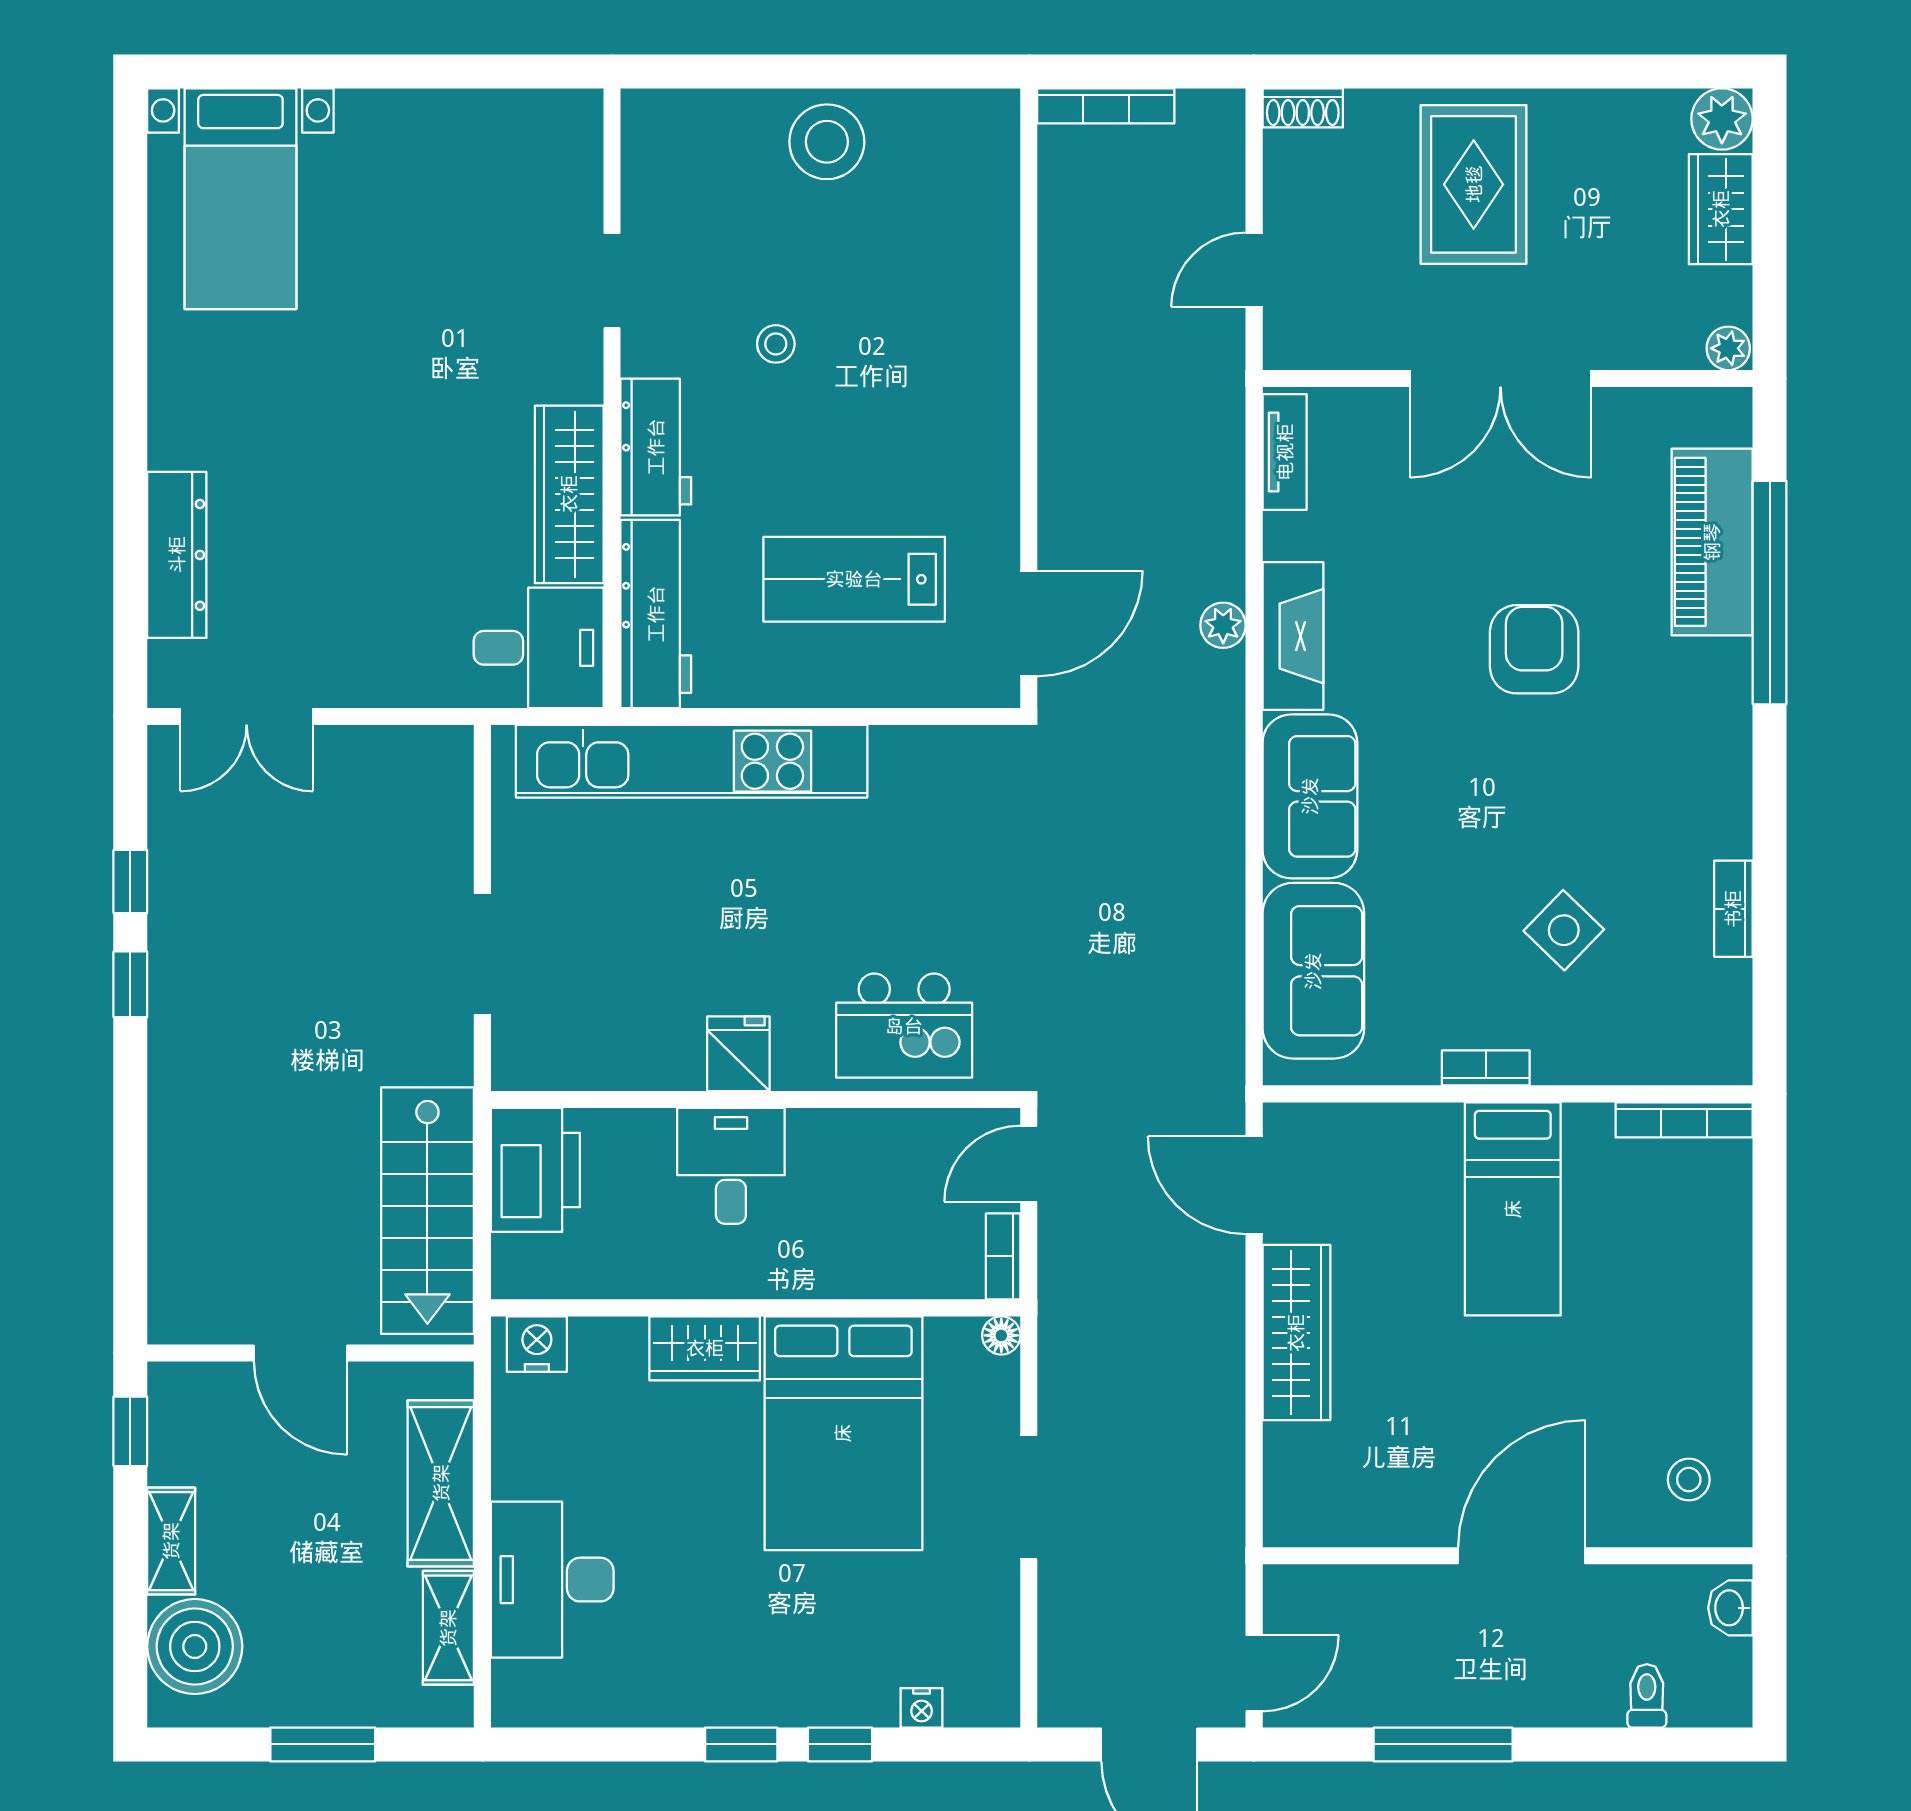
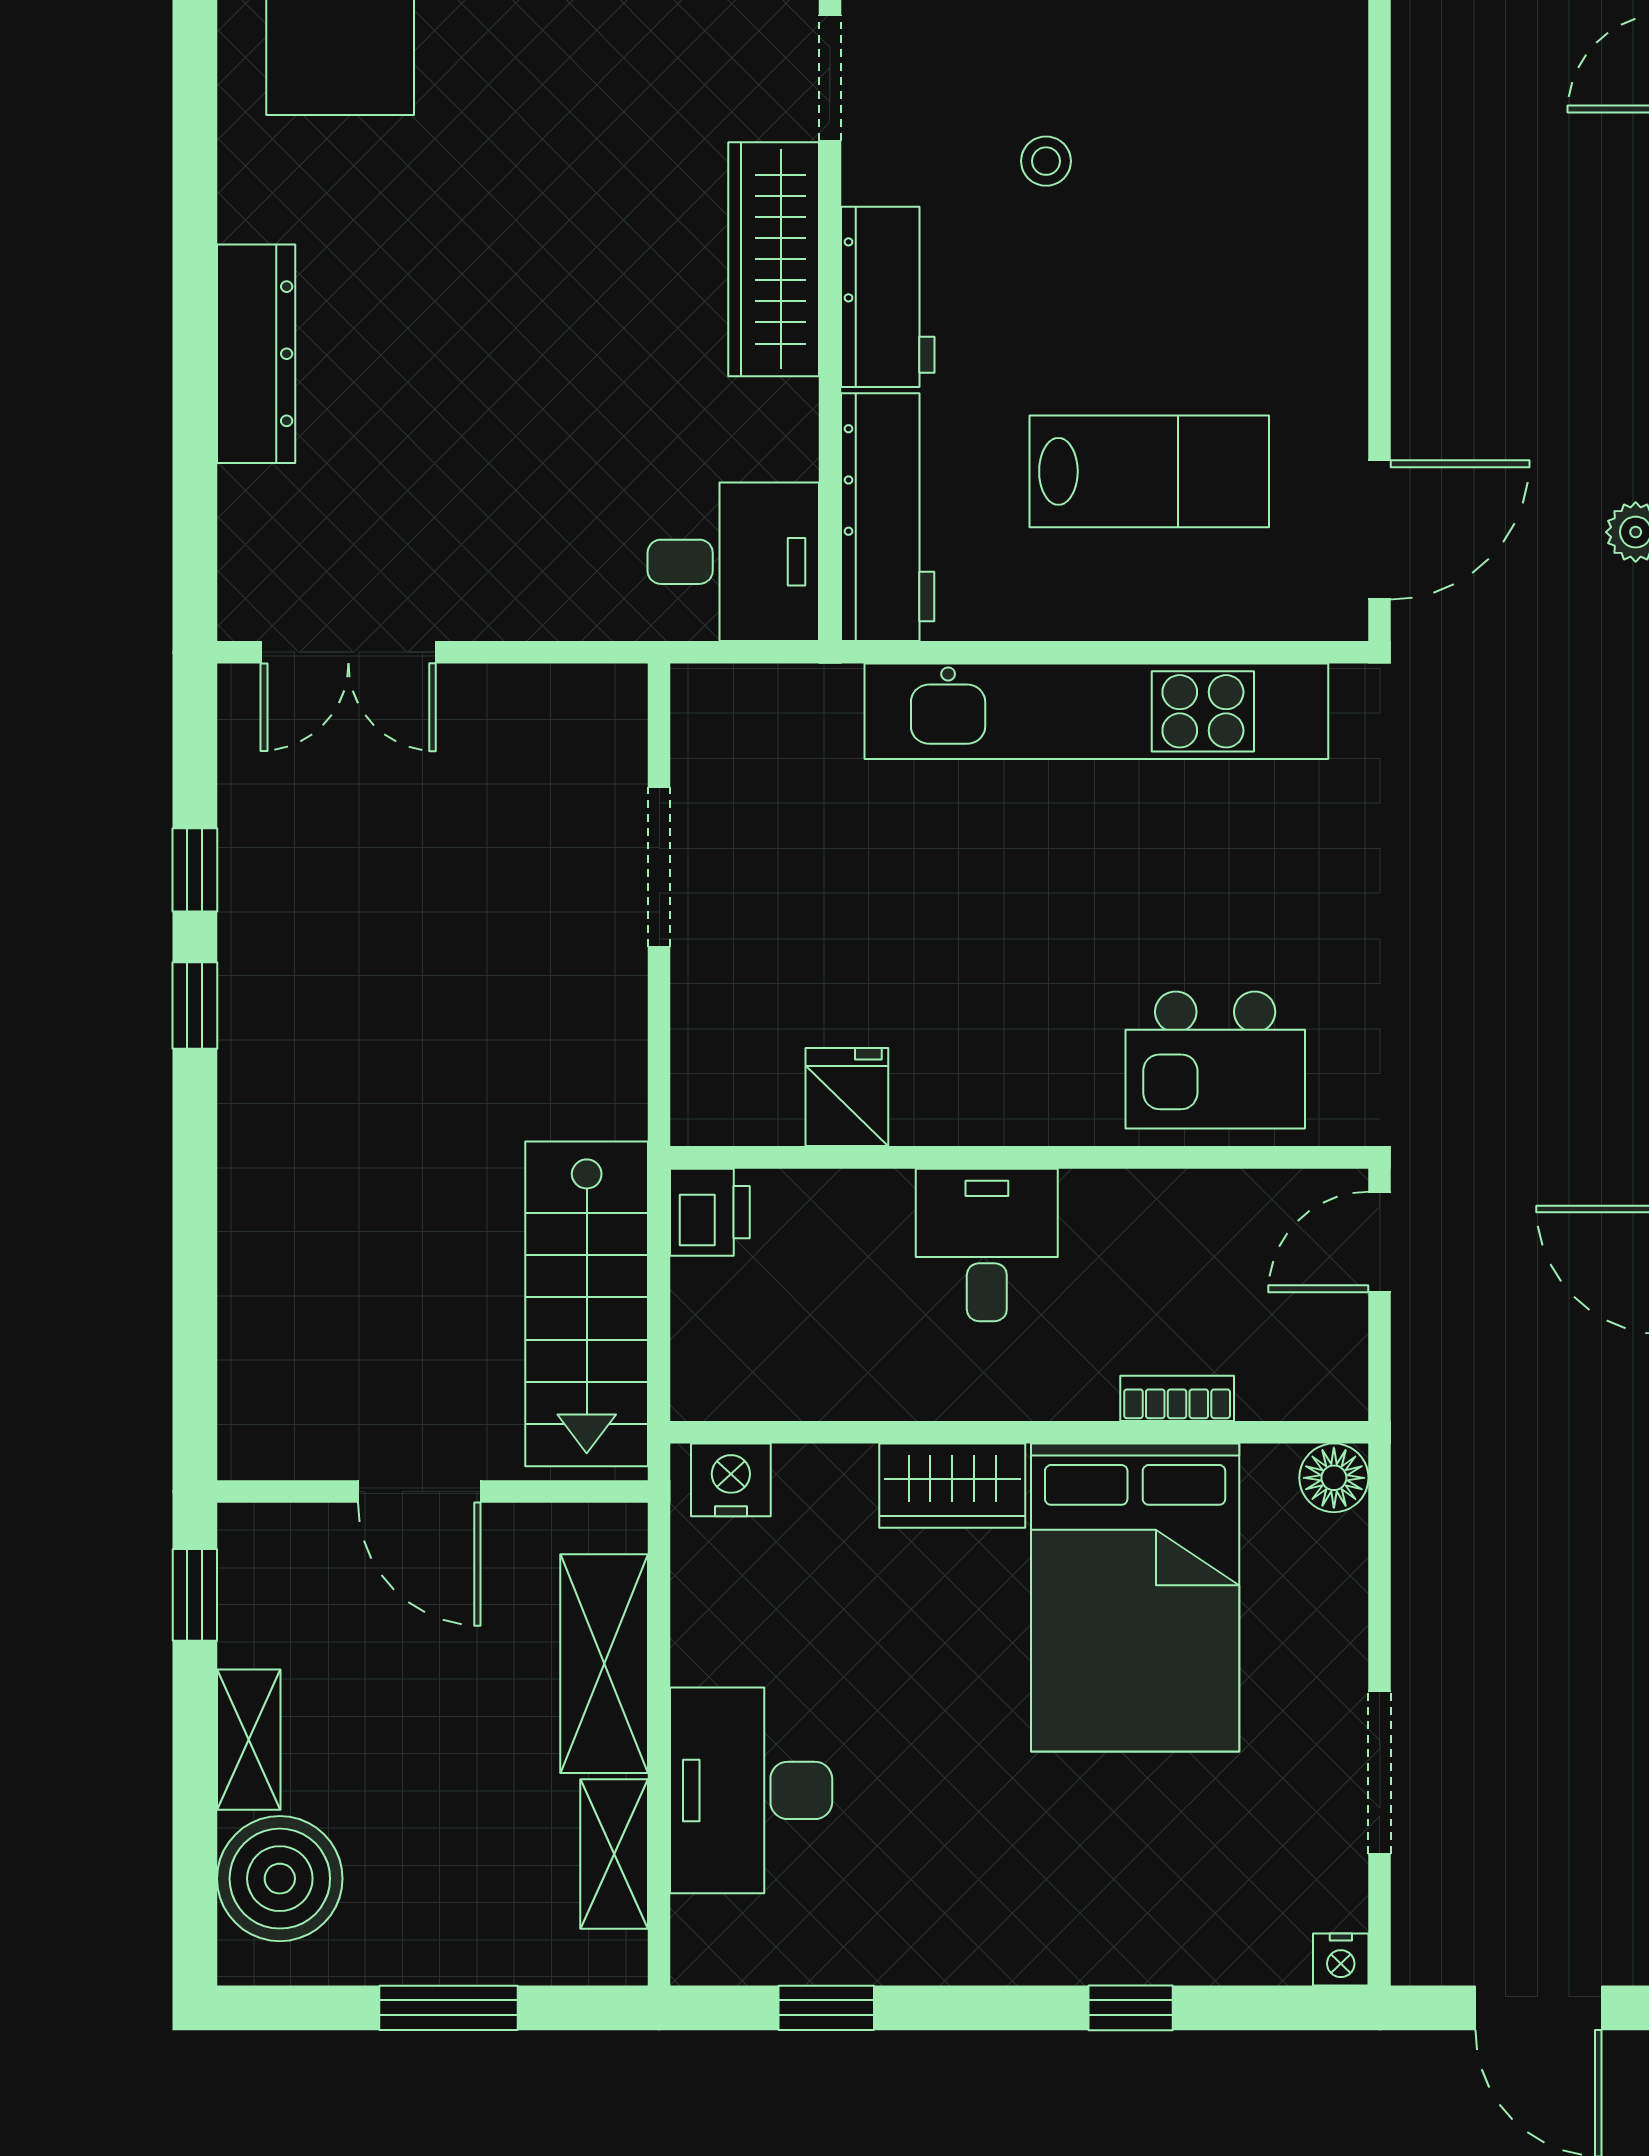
wardrobe: (569, 494) -> (774, 259), moved
dresser: (177, 555) -> (256, 354), moved
lab bench: (854, 579) -> (1149, 471), turned 180
kitchen unit: (692, 761) -> (1096, 711), moved
doorway: (482, 954) -> (659, 867), moved
fridge: (738, 1054) -> (847, 1097), moved
printer: (535, 1170) -> (710, 1212), width x0.53, depth x0.68
bookcase: (1003, 1256) -> (1177, 1398), moved, turned 90
floor lamp: (1001, 1335) -> (1334, 1478), width x1.37, depth x1.37
doorway: (1029, 1497) -> (1380, 1773), moved
nightstand: (922, 1708) -> (1341, 1959), moved
window: (741, 1744) -> (826, 2008), moved

